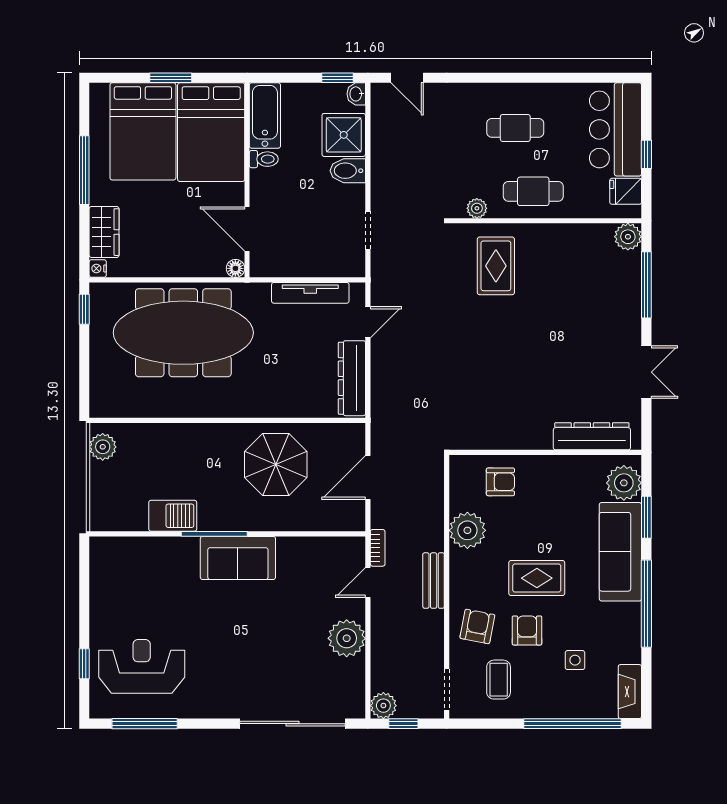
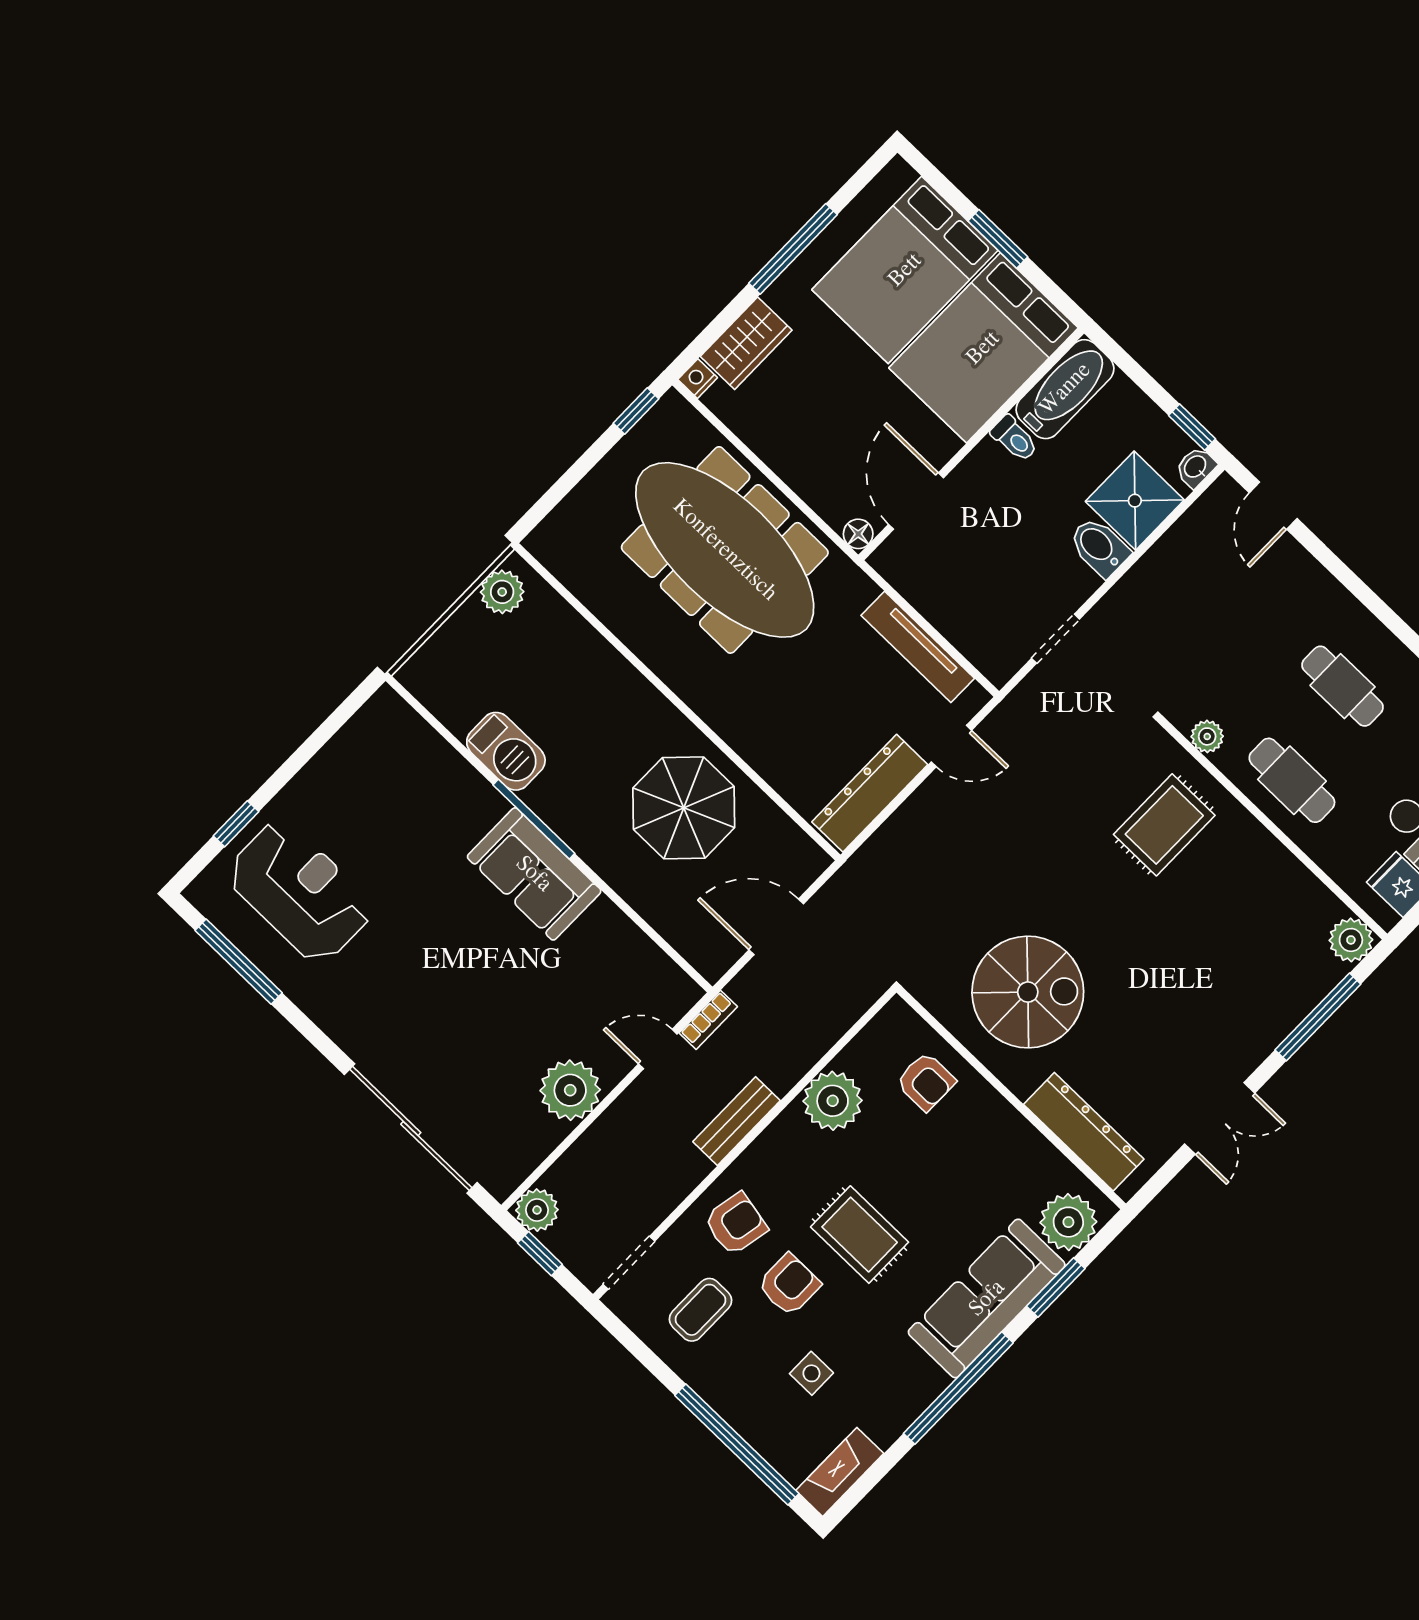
spiral stairs: (507, 398) -> (1028, 992), added

